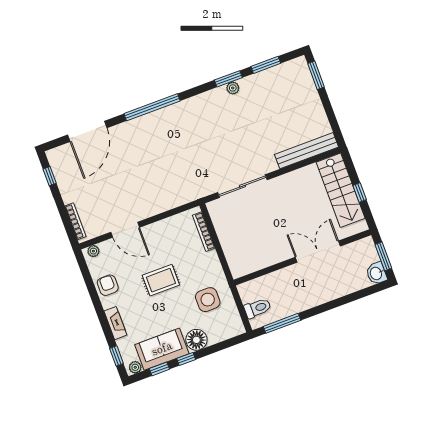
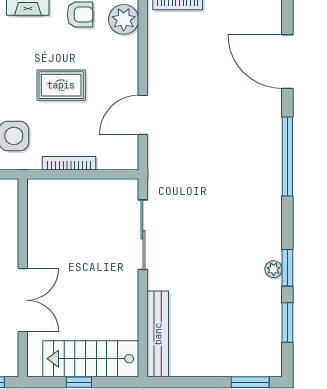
door: (125, 230) -> (143, 115), moved
bookcase: (204, 232) -> (69, 163), moved
plant: (93, 251) -> (124, 19), width x1.88, depth x1.88
rug: (161, 280) -> (61, 85), turned 90

